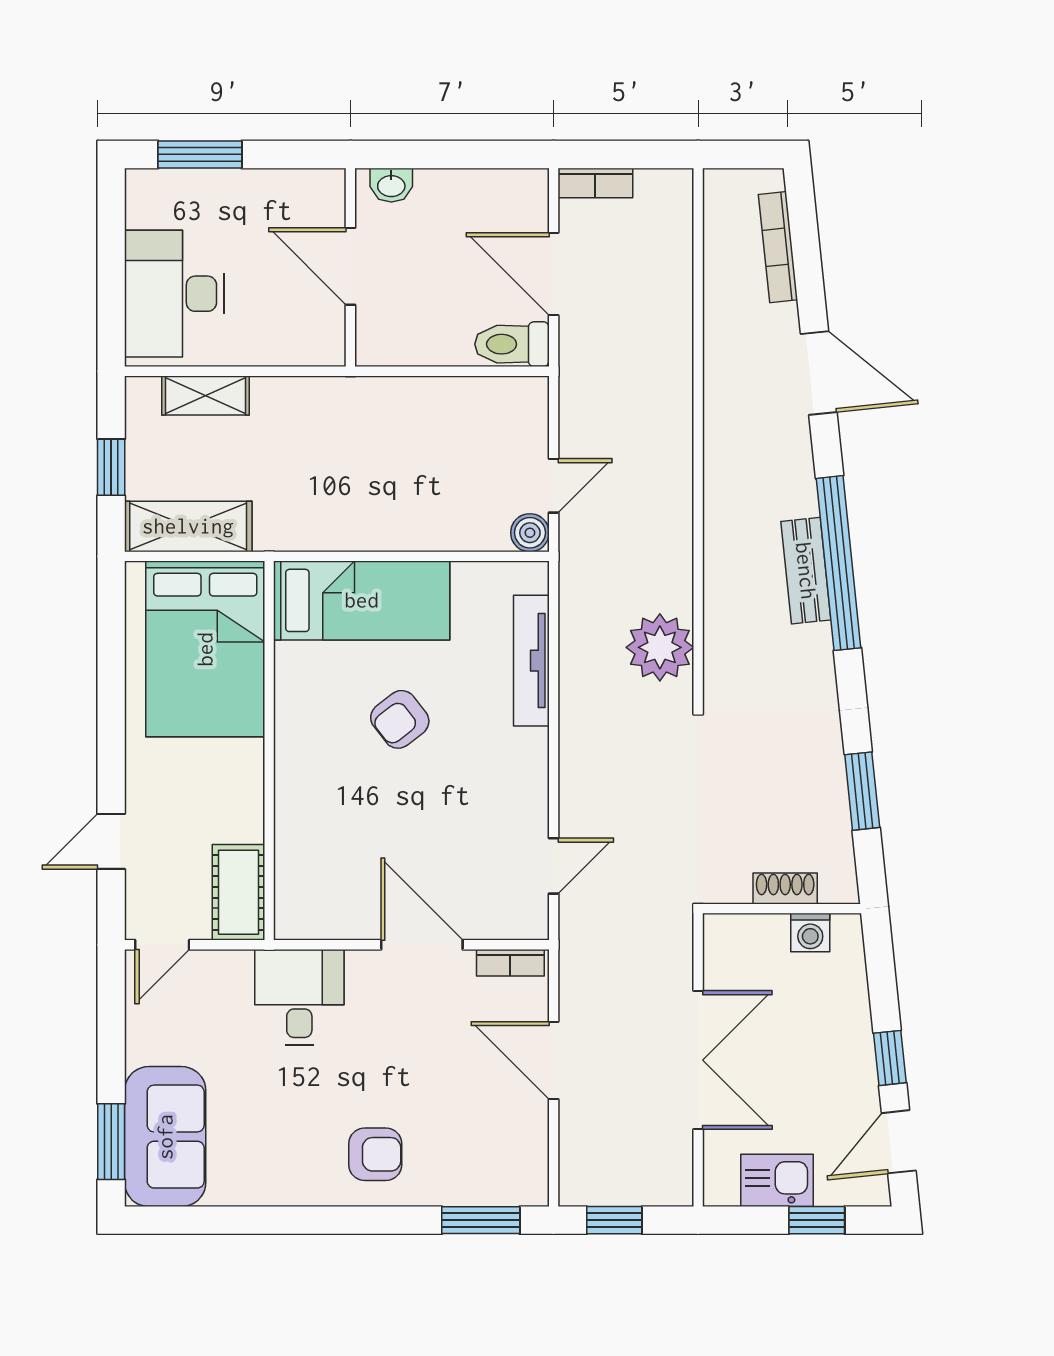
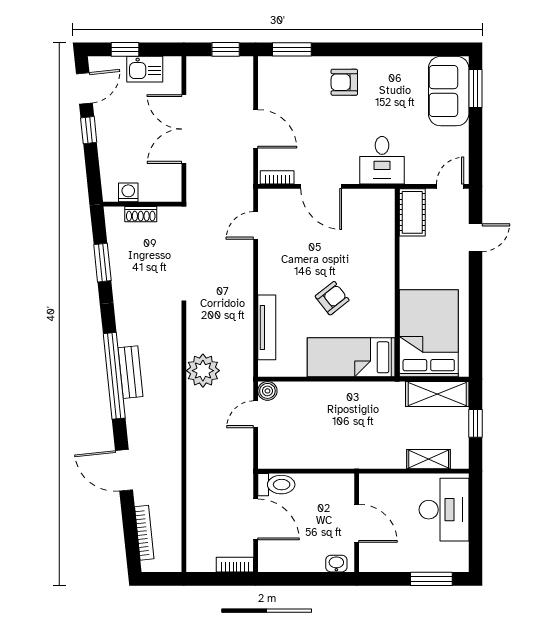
plant: (660, 647) -> (203, 371), moved

